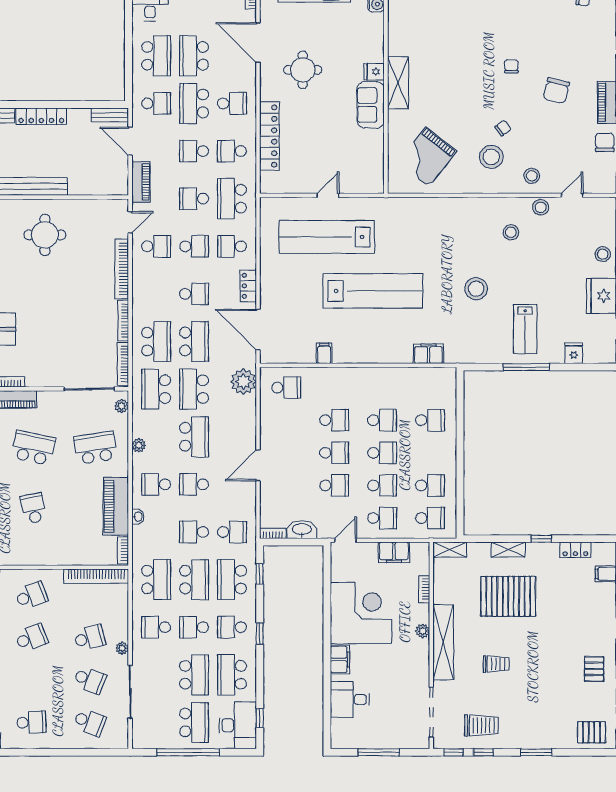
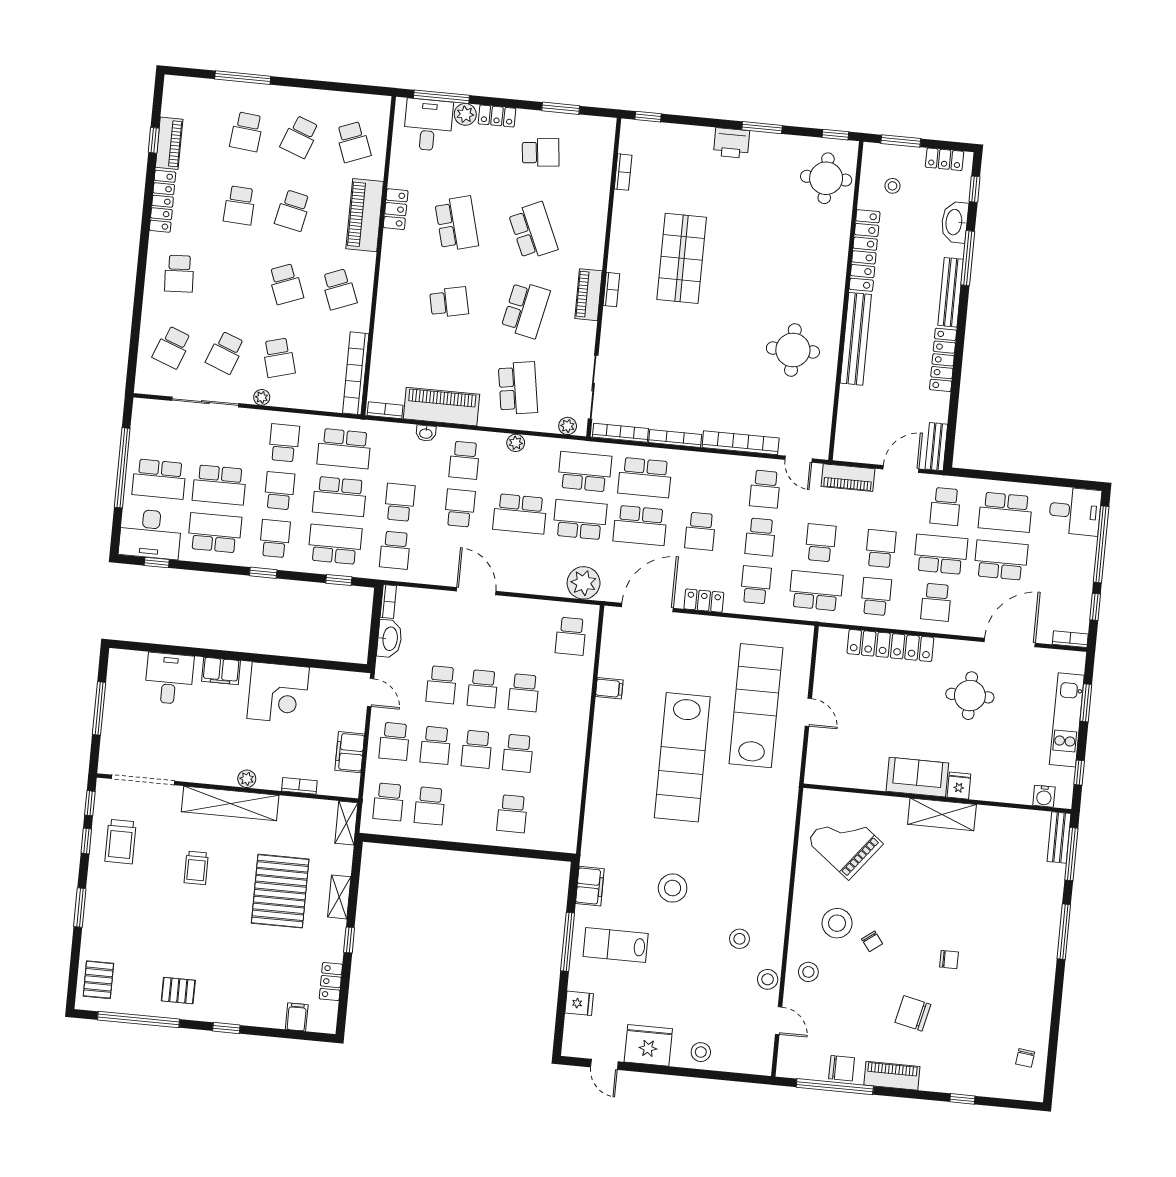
filing cabinet: (429, 354) -> (590, 886), moved
school desk: (156, 484) -> (464, 460), turned 180
corner desk: (361, 613) -> (278, 693), width x0.74, depth x0.74

